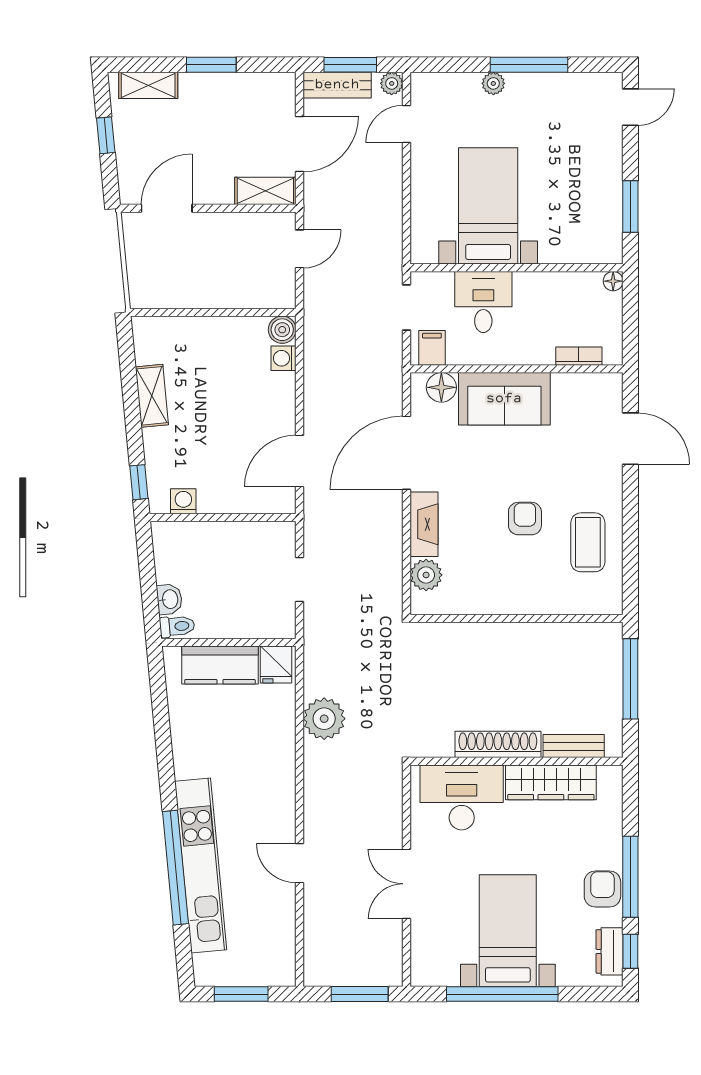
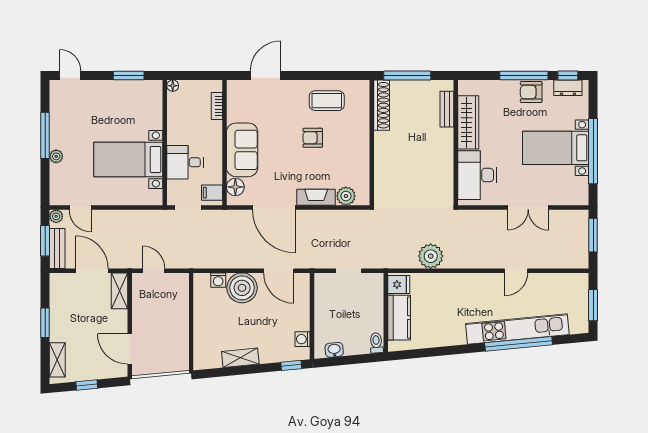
boiler: (282, 330) -> (242, 288), moved, width x1.86, depth x1.86
washbasin: (169, 599) -> (334, 350), moved
shoe rack: (498, 744) -> (382, 105), moved, turned 180

